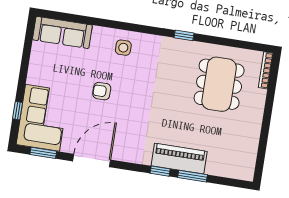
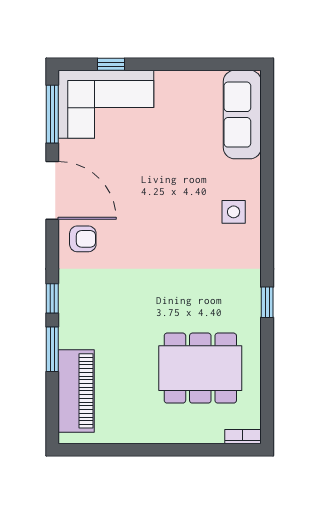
bookcase: (266, 70) -> (243, 437), width x0.64
armchair: (102, 91) -> (83, 239), moved, turned 90
window: (43, 153) -> (52, 114), width x1.44
piano: (179, 159) -> (76, 391), moved

